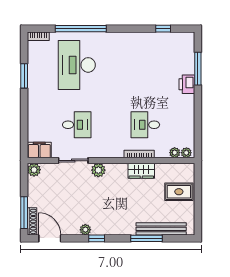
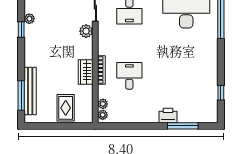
window: (146, 238) -> (21, 96), moved

